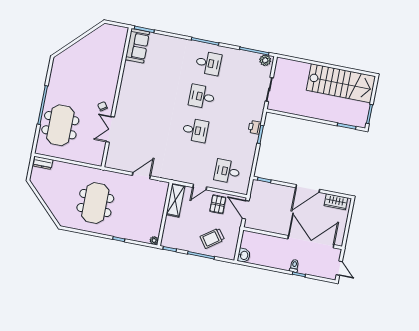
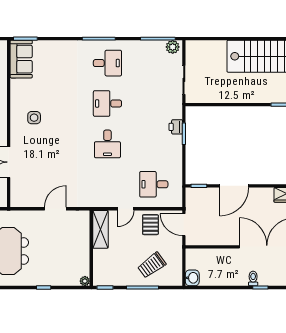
side table: (139, 96) -> (34, 118), added
desk: (195, 130) -> (107, 144), turned 90
door: (308, 189) -> (234, 186), moved

